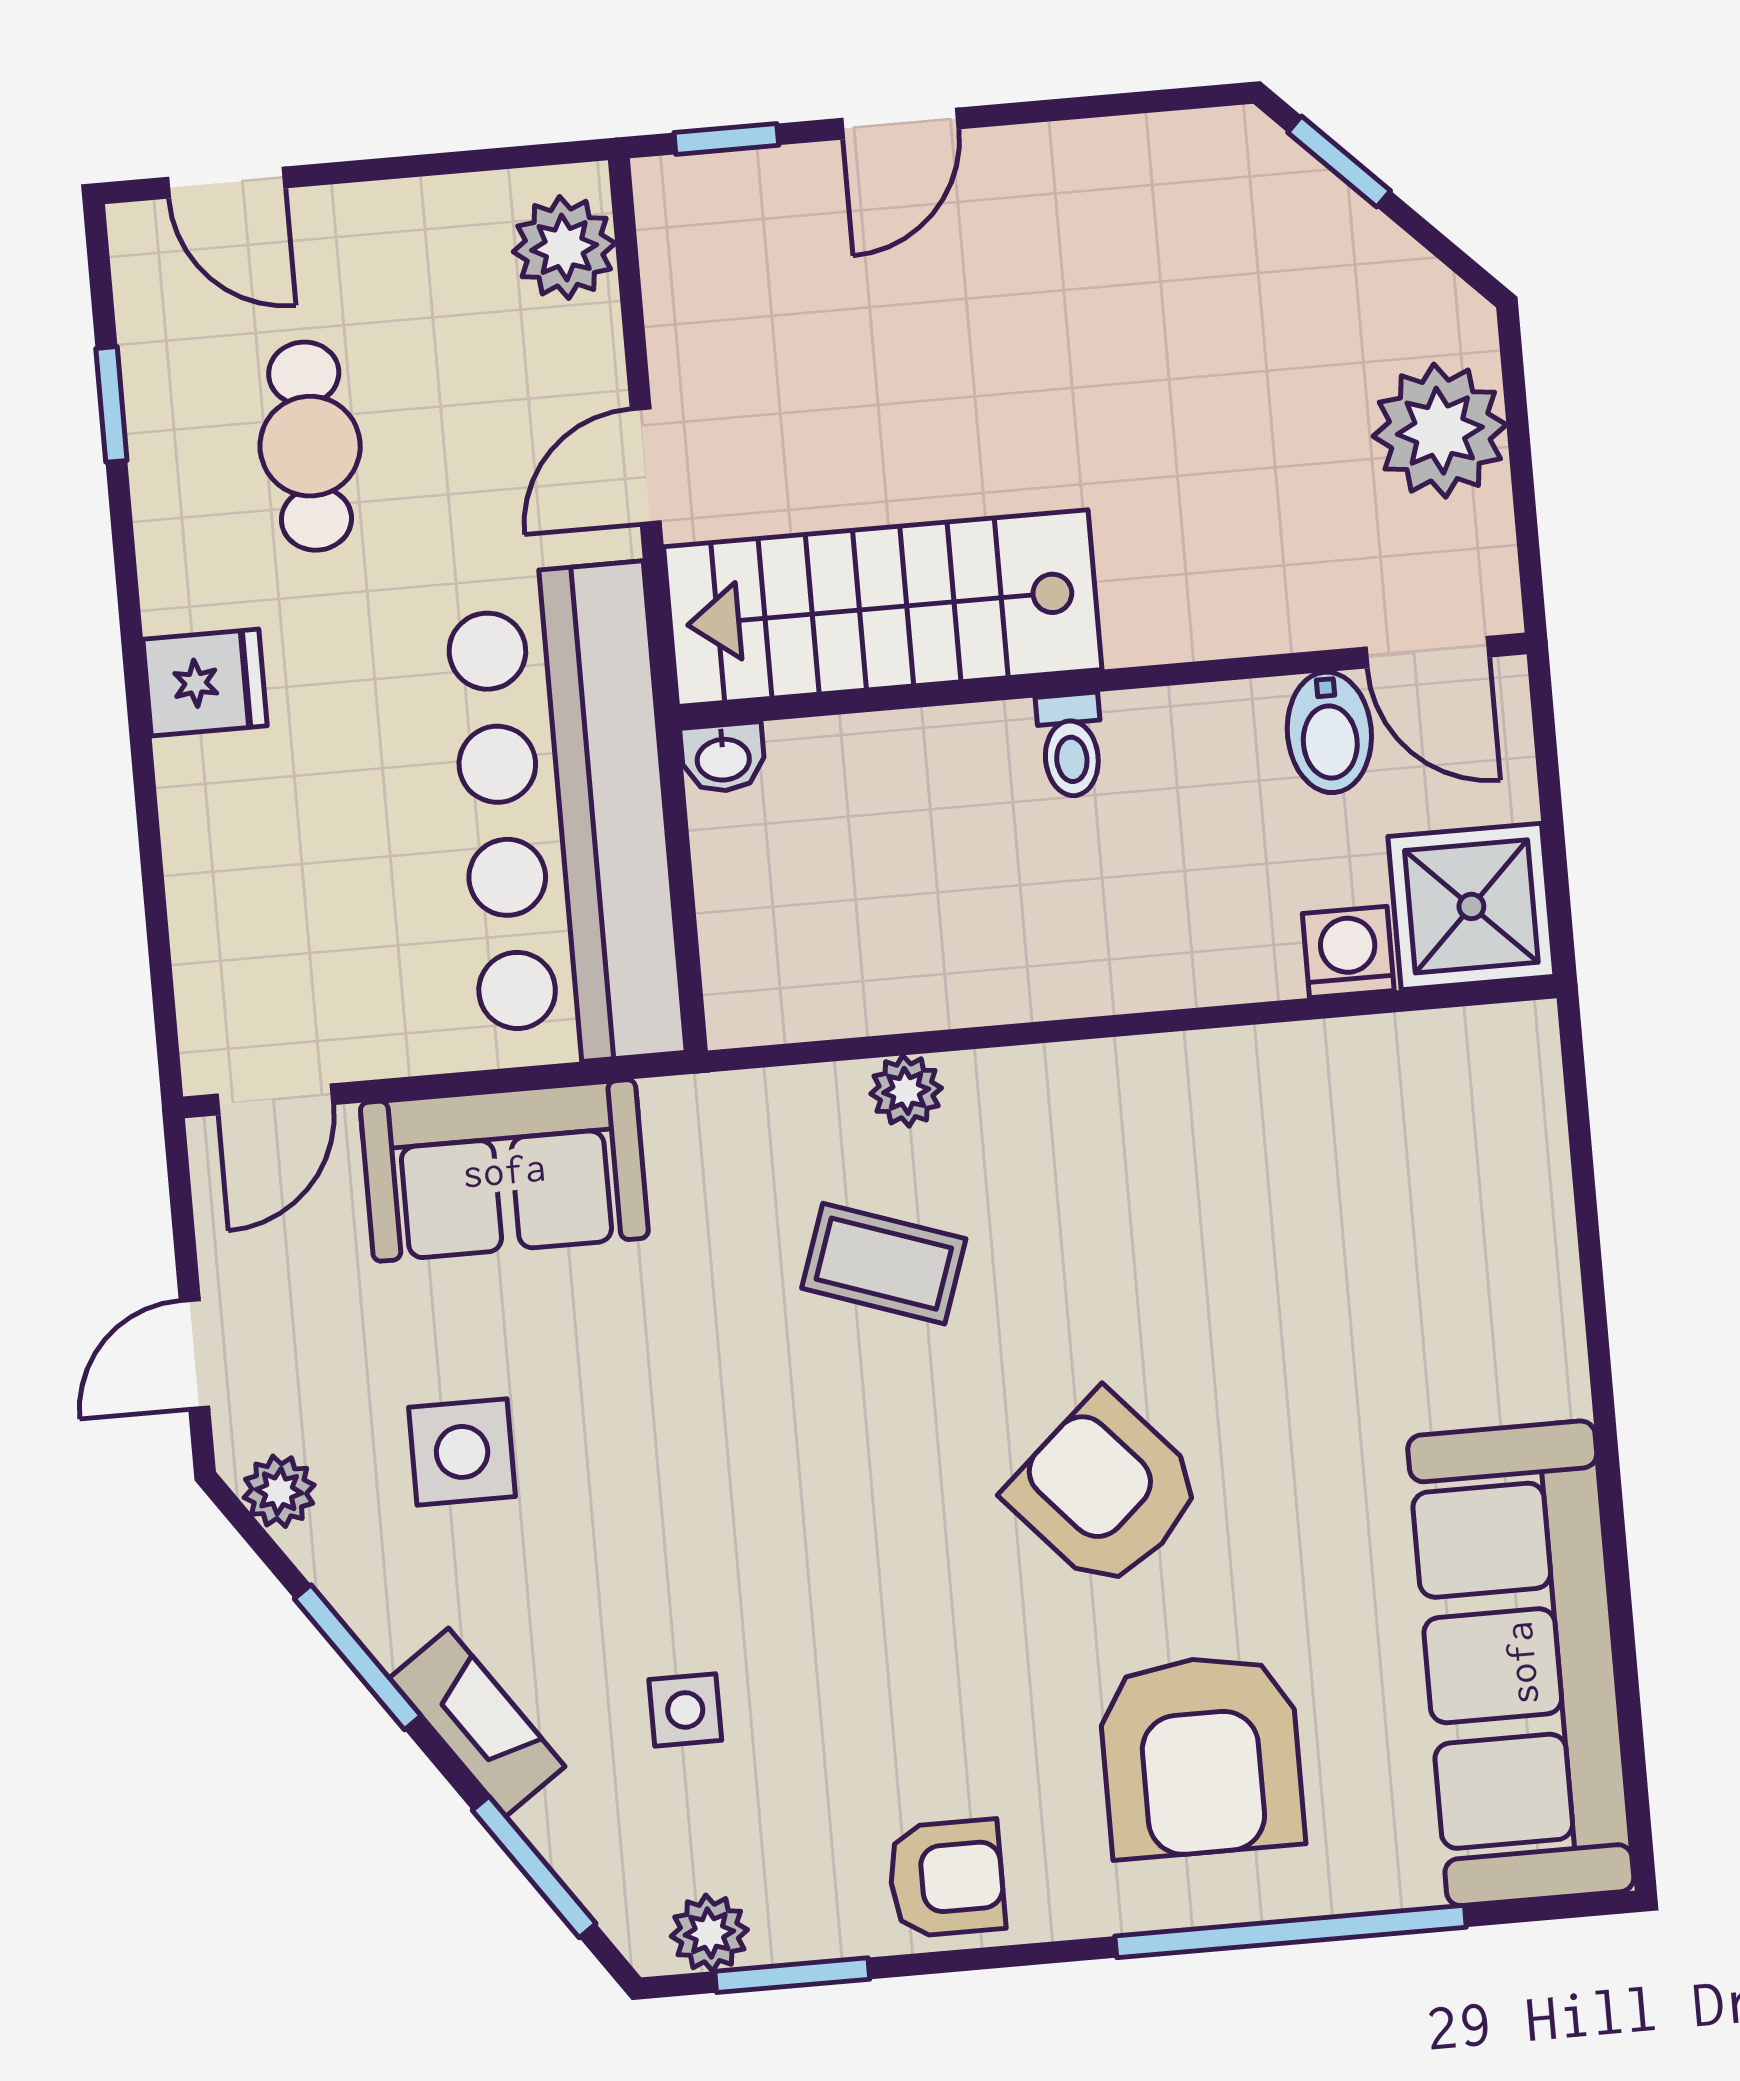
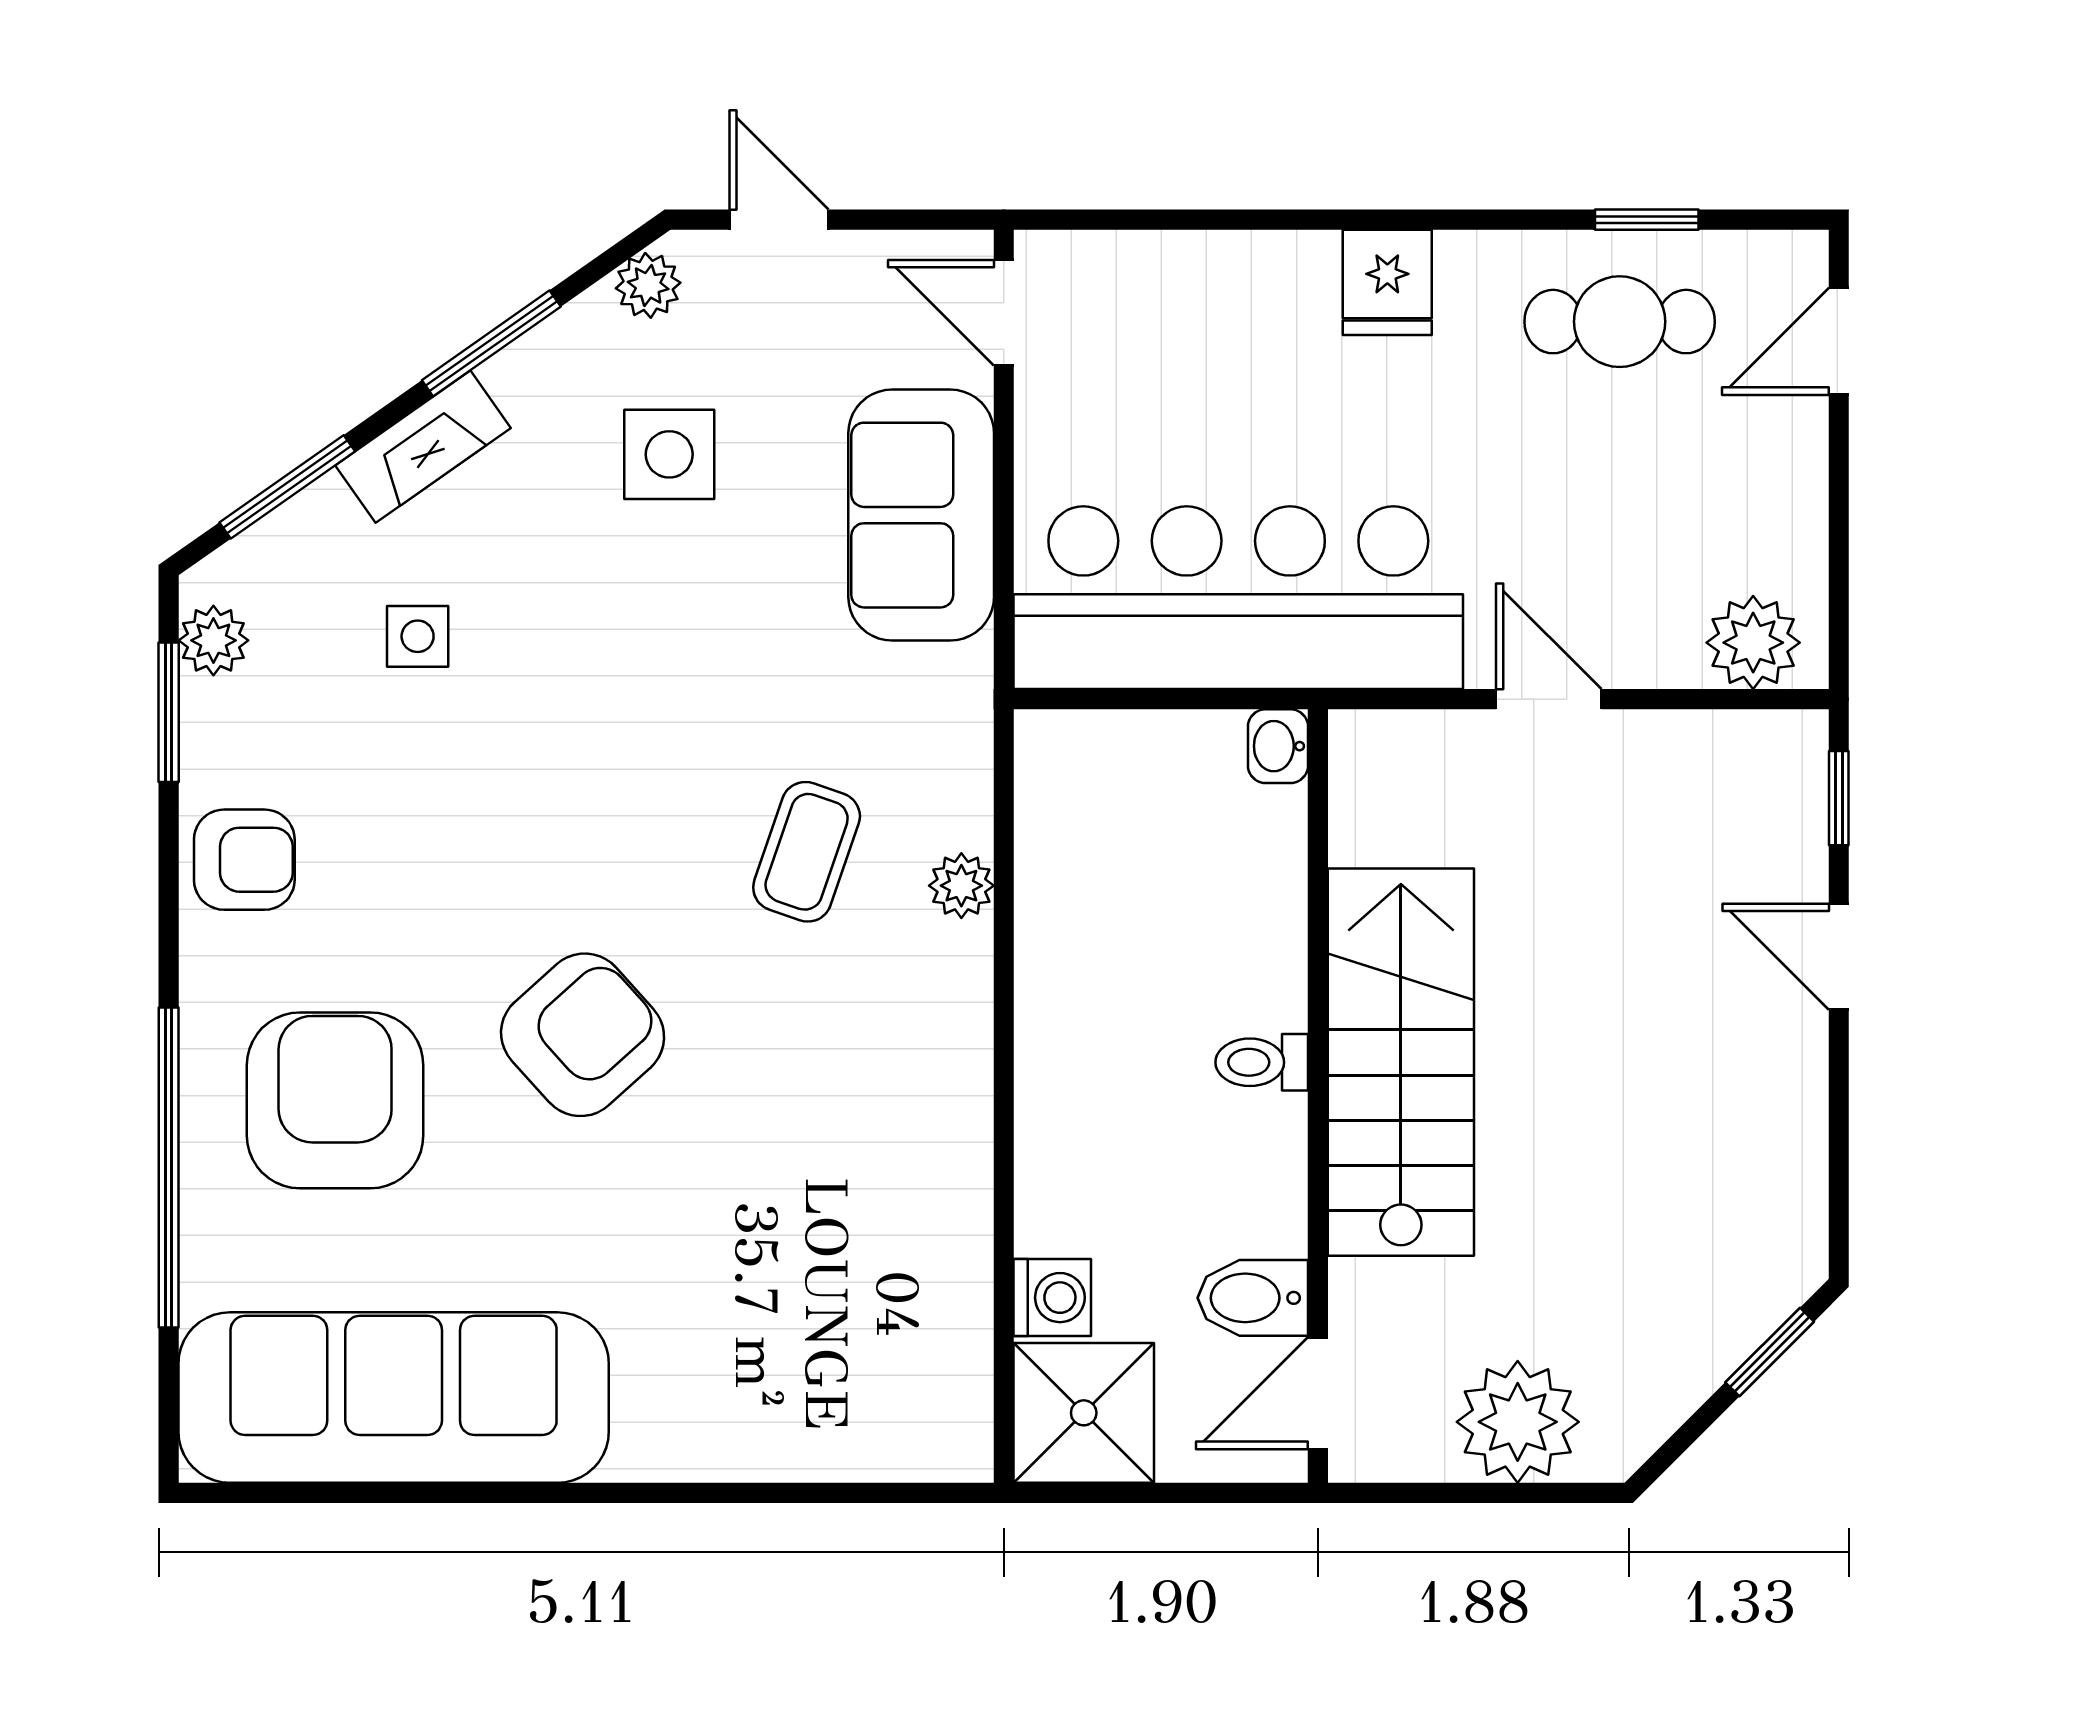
cafe table: (310, 446) -> (1620, 322), moved
stairs: (883, 608) -> (1401, 1062), moved
armchair: (1201, 1756) -> (335, 1100), turned 90
armchair: (946, 1878) -> (244, 860), turned -90

